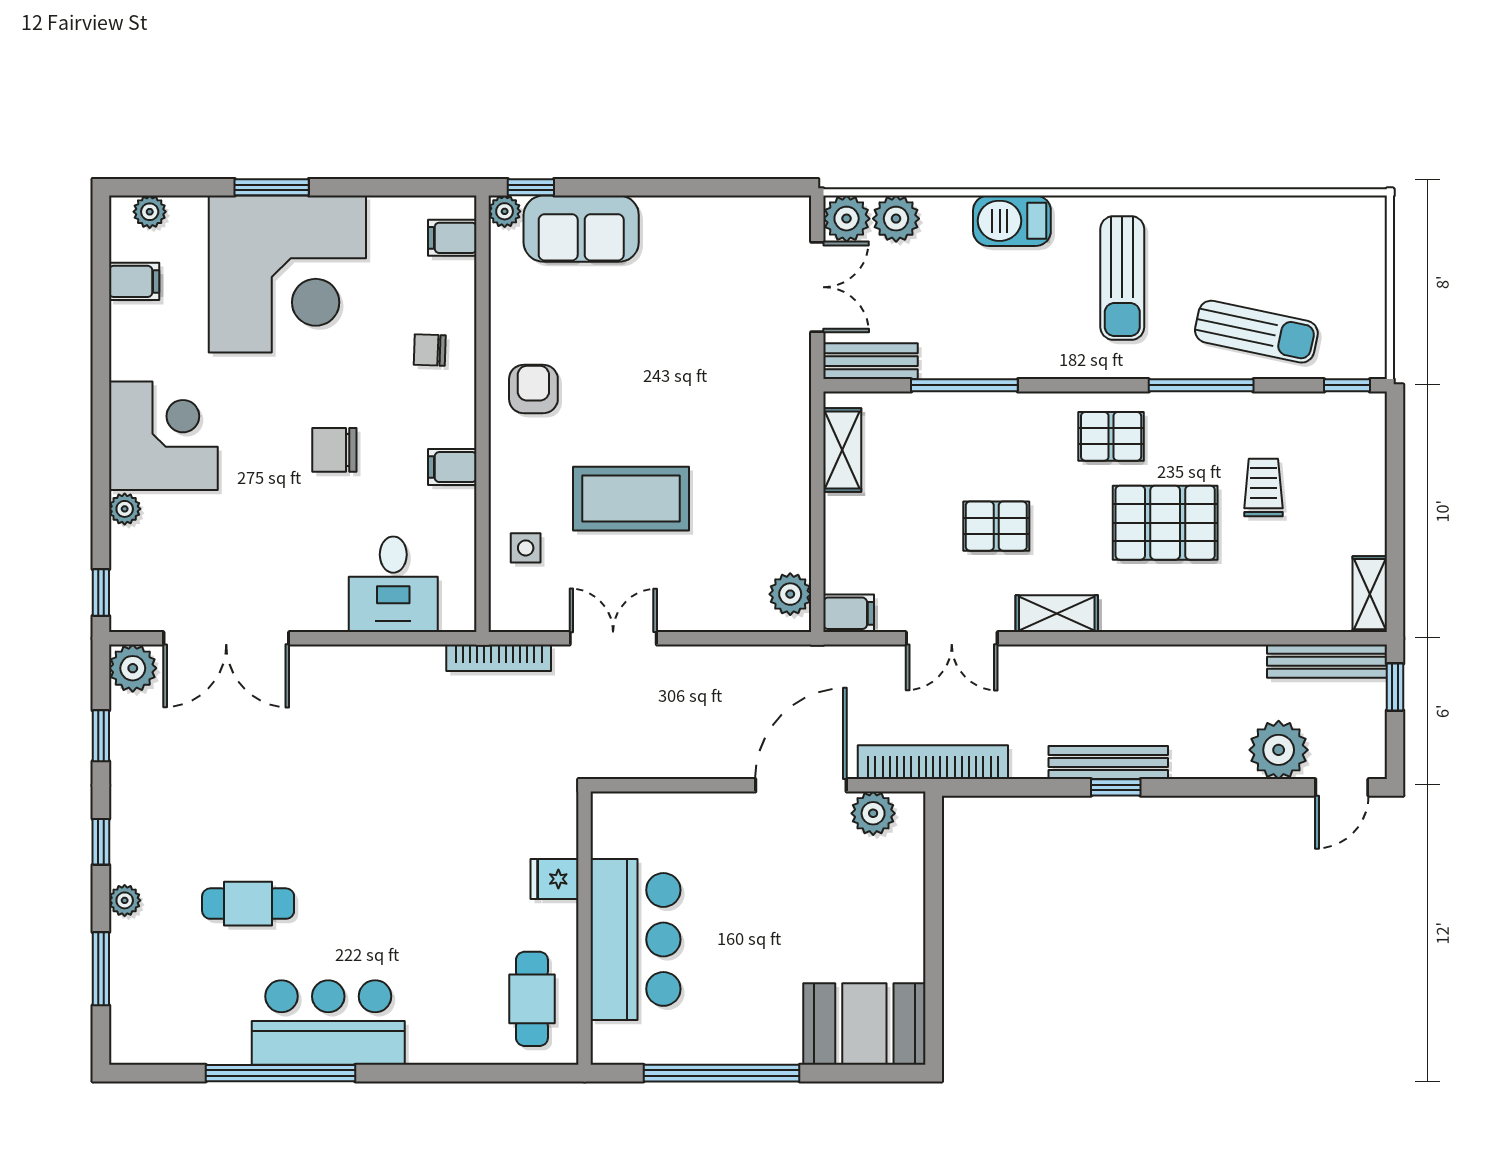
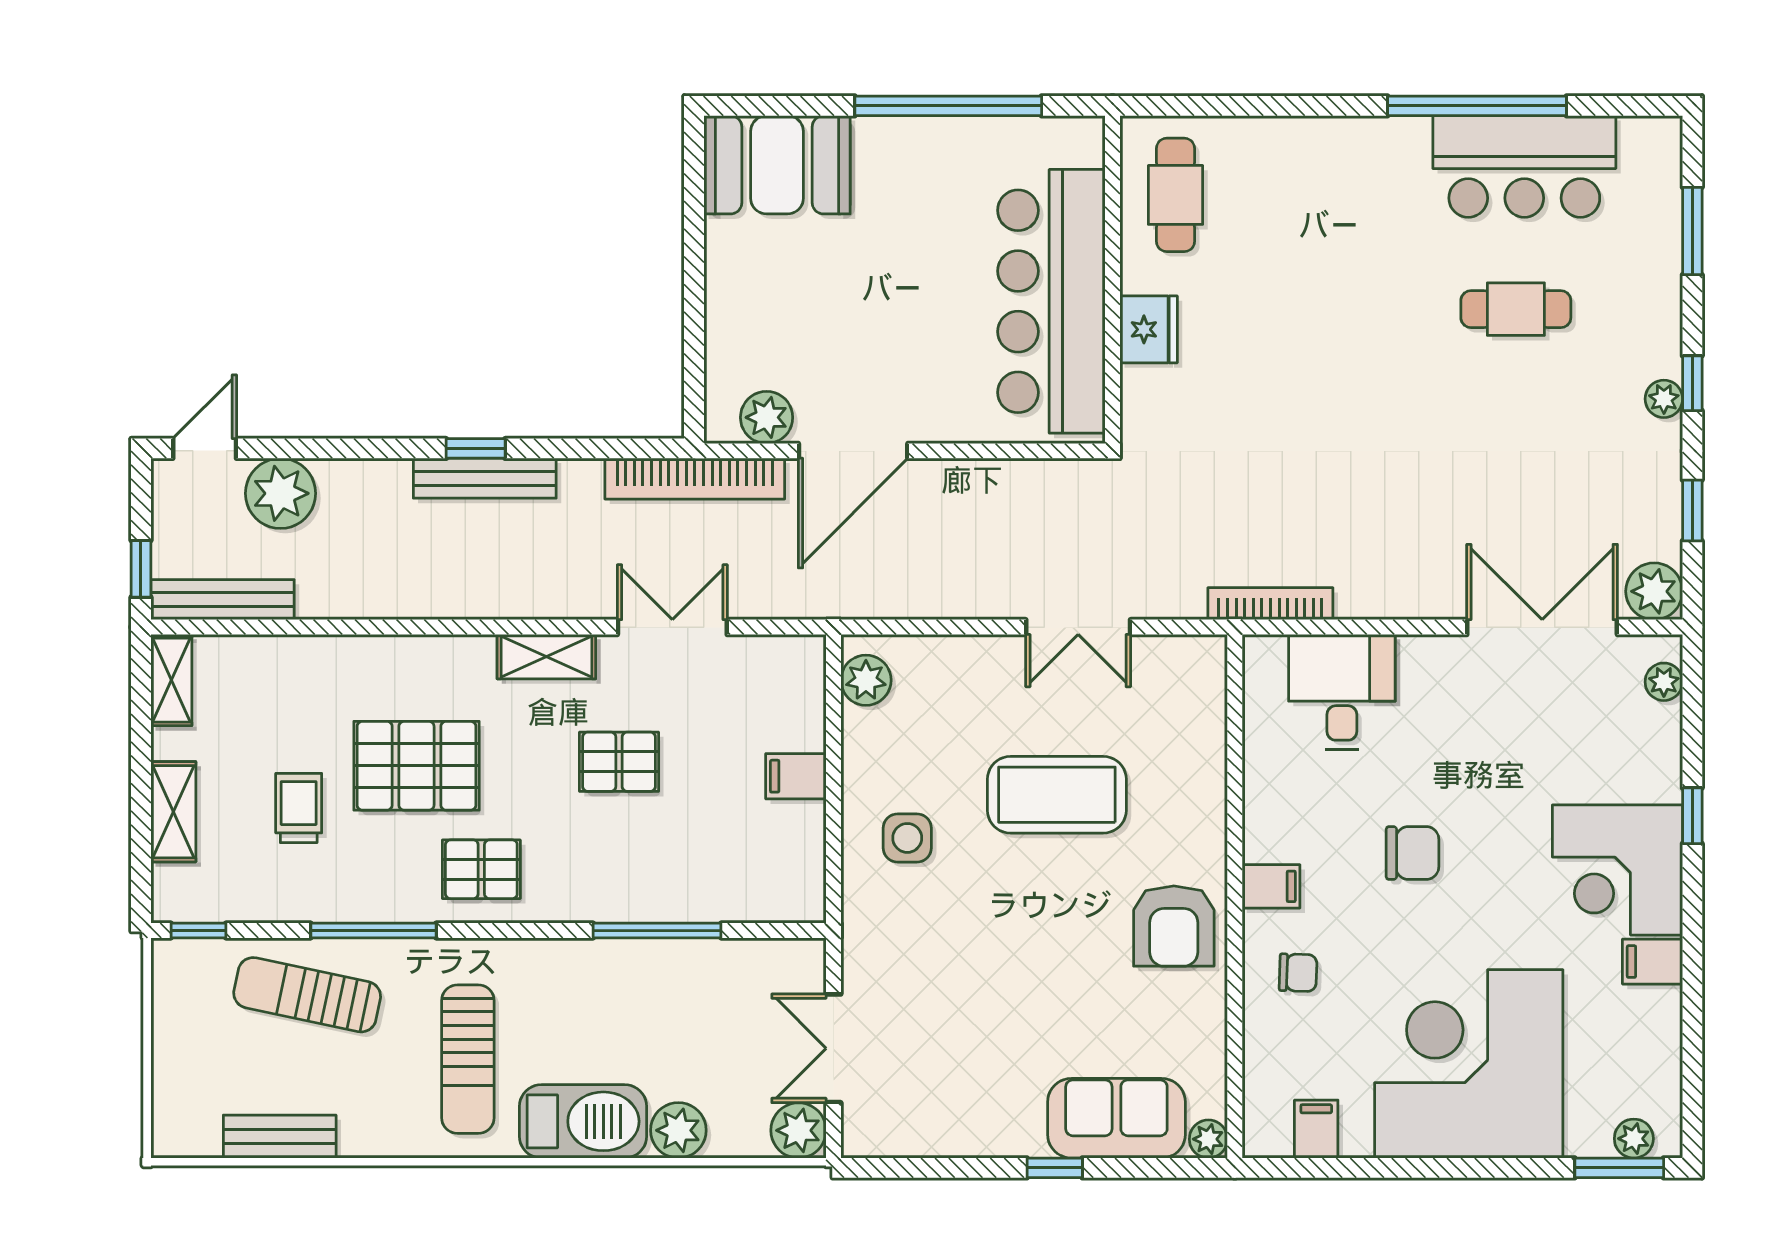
window: (272, 187) -> (1619, 1168), moved
window: (531, 187) -> (1055, 1168), moved
plant: (896, 219) -> (678, 1130), moved
barbecue: (1012, 221) -> (583, 1121), width x1.37, depth x1.21
filing cabinet: (452, 238) -> (1316, 1129), moved, turned -90
sun lounger: (1122, 278) -> (468, 1059), turned 180
filing cabinet: (134, 281) -> (1652, 962), moved
bench: (870, 361) -> (280, 1137), moved
armchair: (533, 389) -> (1174, 926), width x1.38, depth x1.38
shelving: (842, 450) -> (173, 812), moved
filing cabinet: (452, 467) -> (1271, 886), moved
trolley: (1263, 487) -> (299, 808), turned 180
plant: (125, 509) -> (1664, 682), moved
side table: (526, 548) -> (907, 838), moved, width x1.37, depth x1.37
window: (101, 593) -> (1692, 816), moved
filing cabinet: (849, 613) -> (796, 776), moved
bookcase: (499, 658) -> (1270, 604), moved
fridge: (555, 879) -> (1149, 329), width x1.38
plant: (125, 900) -> (1664, 399), moved
bar counter: (636, 939) -> (1051, 301), width x1.36
bar counter: (328, 1023) -> (1524, 167), moved

